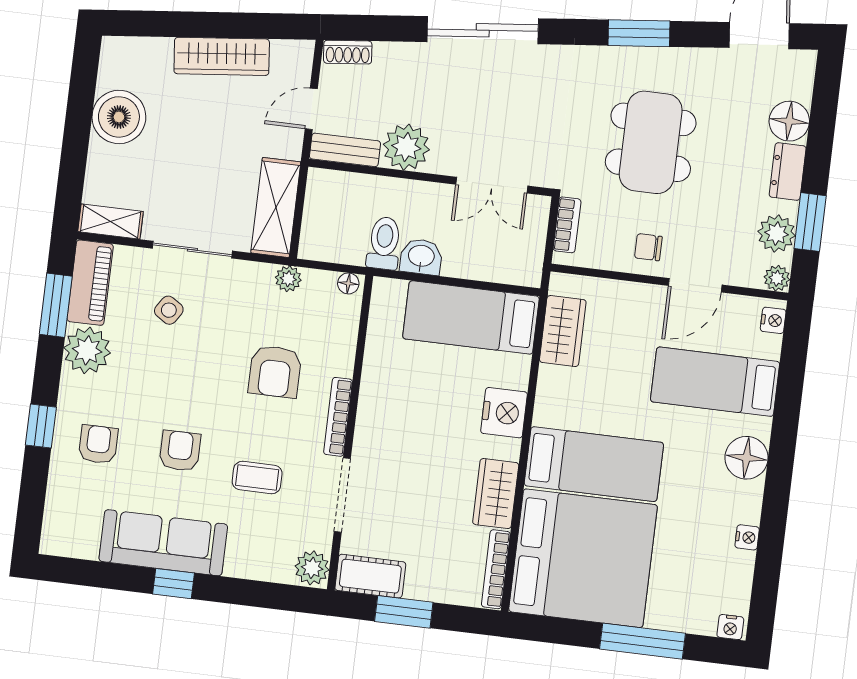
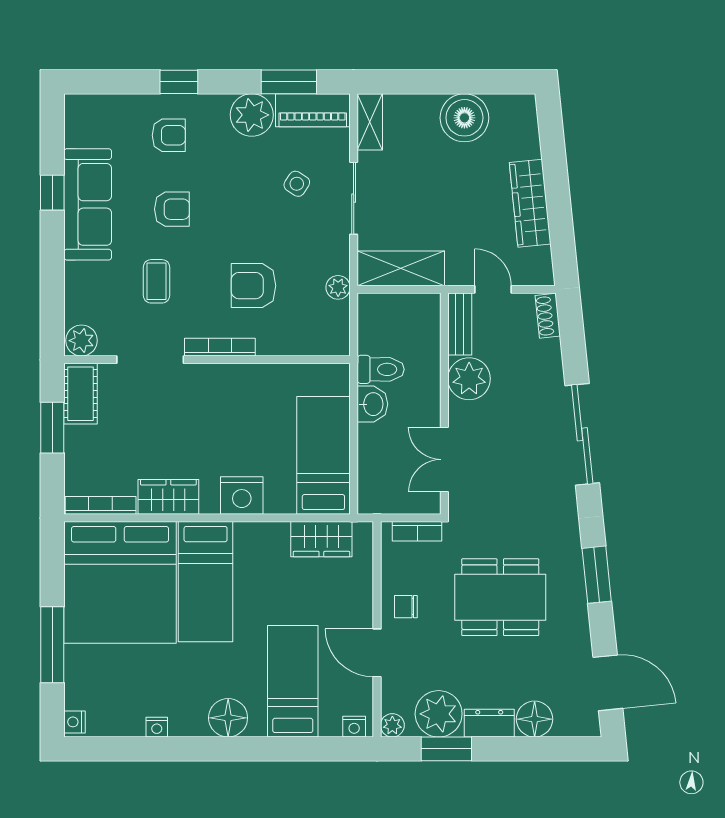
plant: (777, 233) -> (439, 714), width x1.36, depth x1.36
chair: (648, 247) -> (406, 607), turned -90
floor lamp: (348, 283) -> (340, 342), removed
window: (173, 584) -> (52, 193), moved

